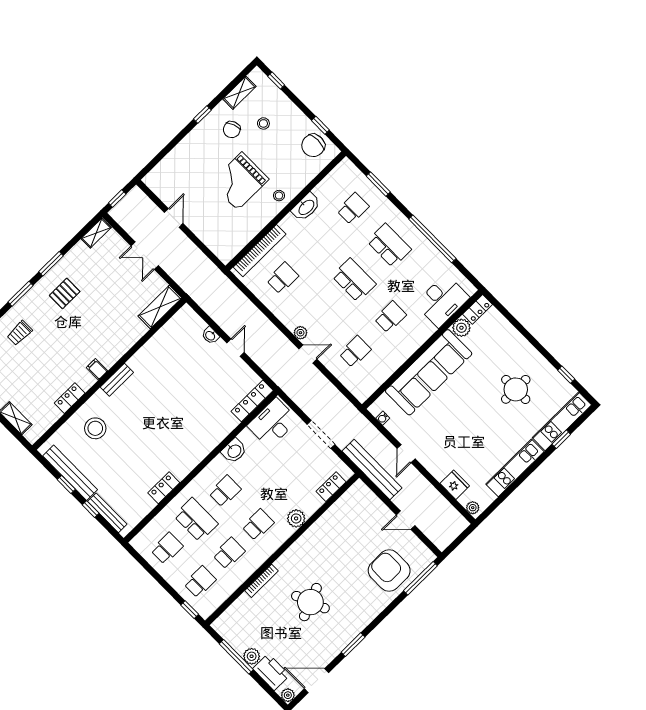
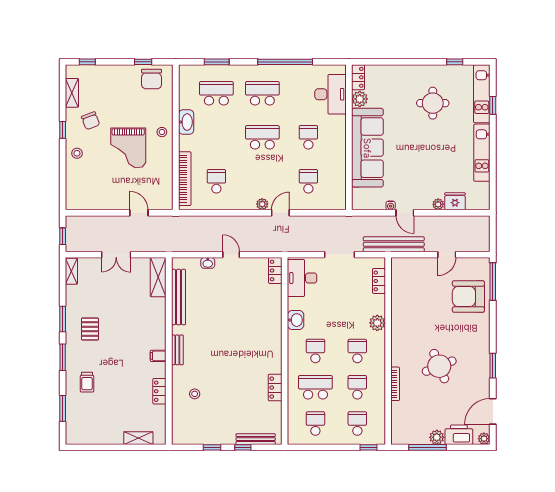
stool: (263, 123) -> (77, 153), moved
school desk: (353, 209) -> (216, 93), width x1.85
door: (174, 218) -> (139, 213), moved
locker: (252, 401) -> (275, 271), width x0.66
water cooler: (383, 418) -> (391, 205), moved
stool: (95, 428) -> (195, 394), width x0.53, depth x0.53
bench: (70, 473) -> (179, 297), moved, turned 90
plant: (473, 508) -> (438, 204), moved

